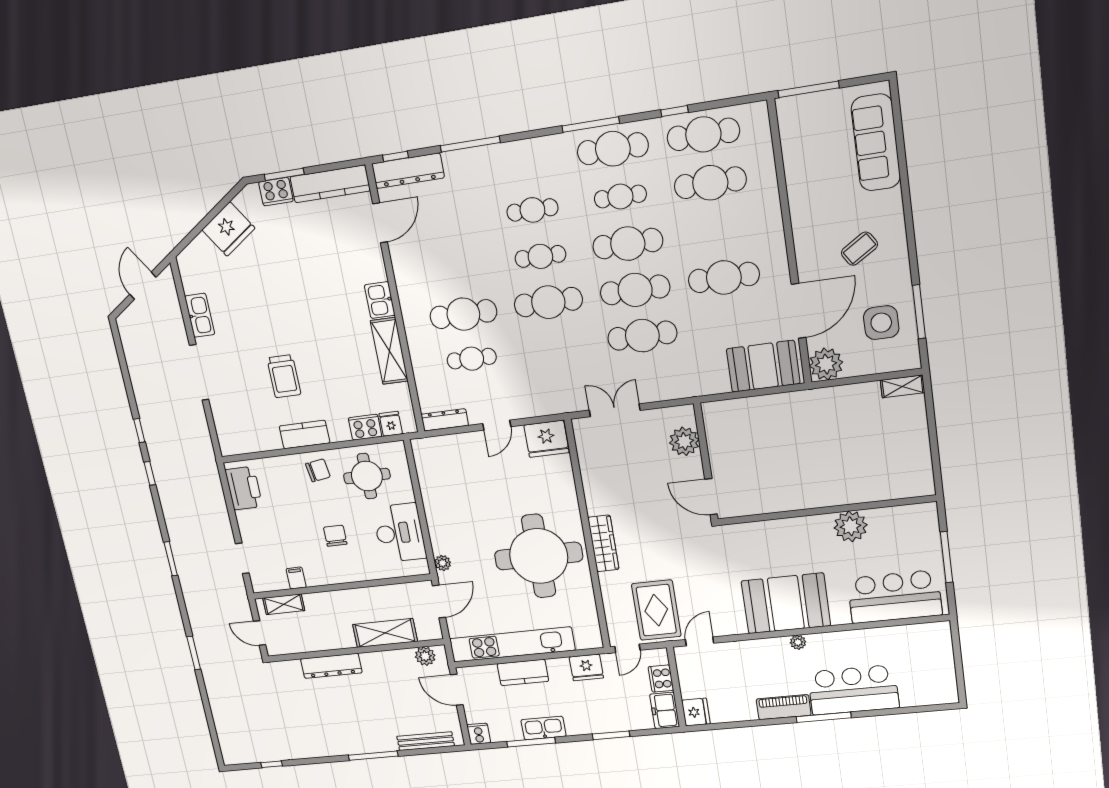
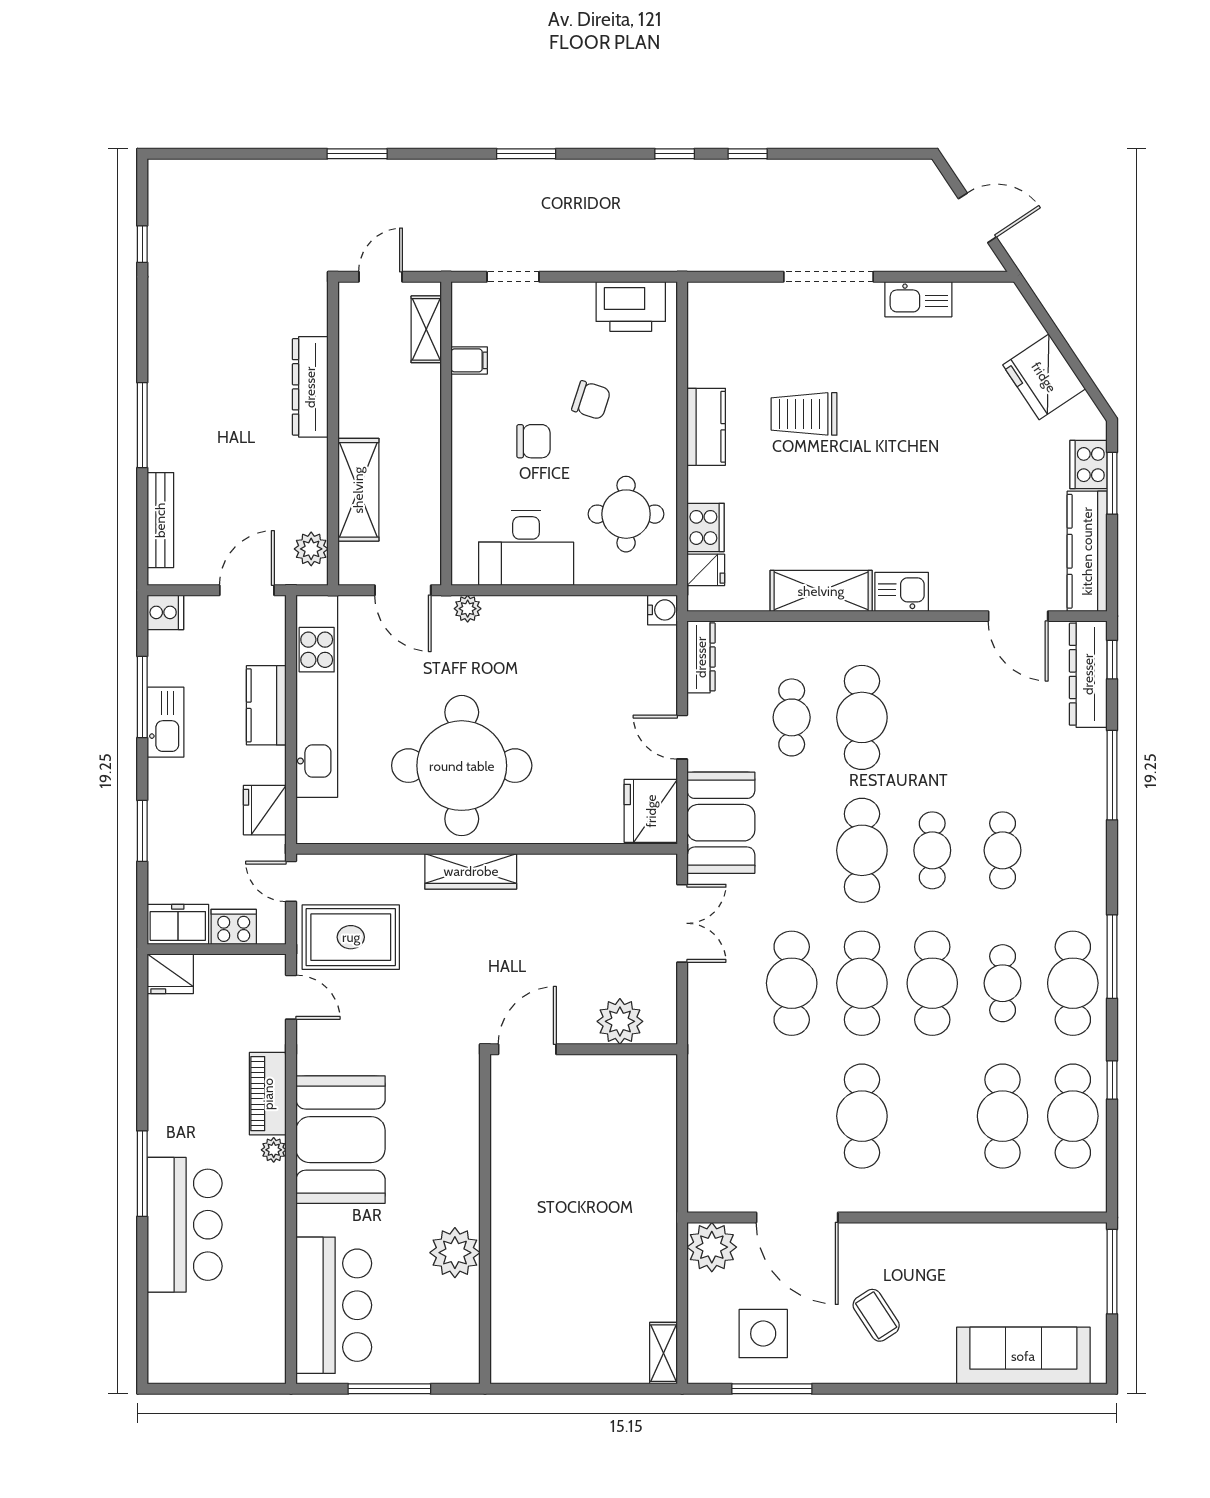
booth: (763, 366) -> (721, 823), moved
water cooler: (420, 447) -> (662, 610), added
chair: (318, 470) -> (591, 400), moved, turned -63
piano: (784, 707) -> (268, 1094), moved, turned 180

